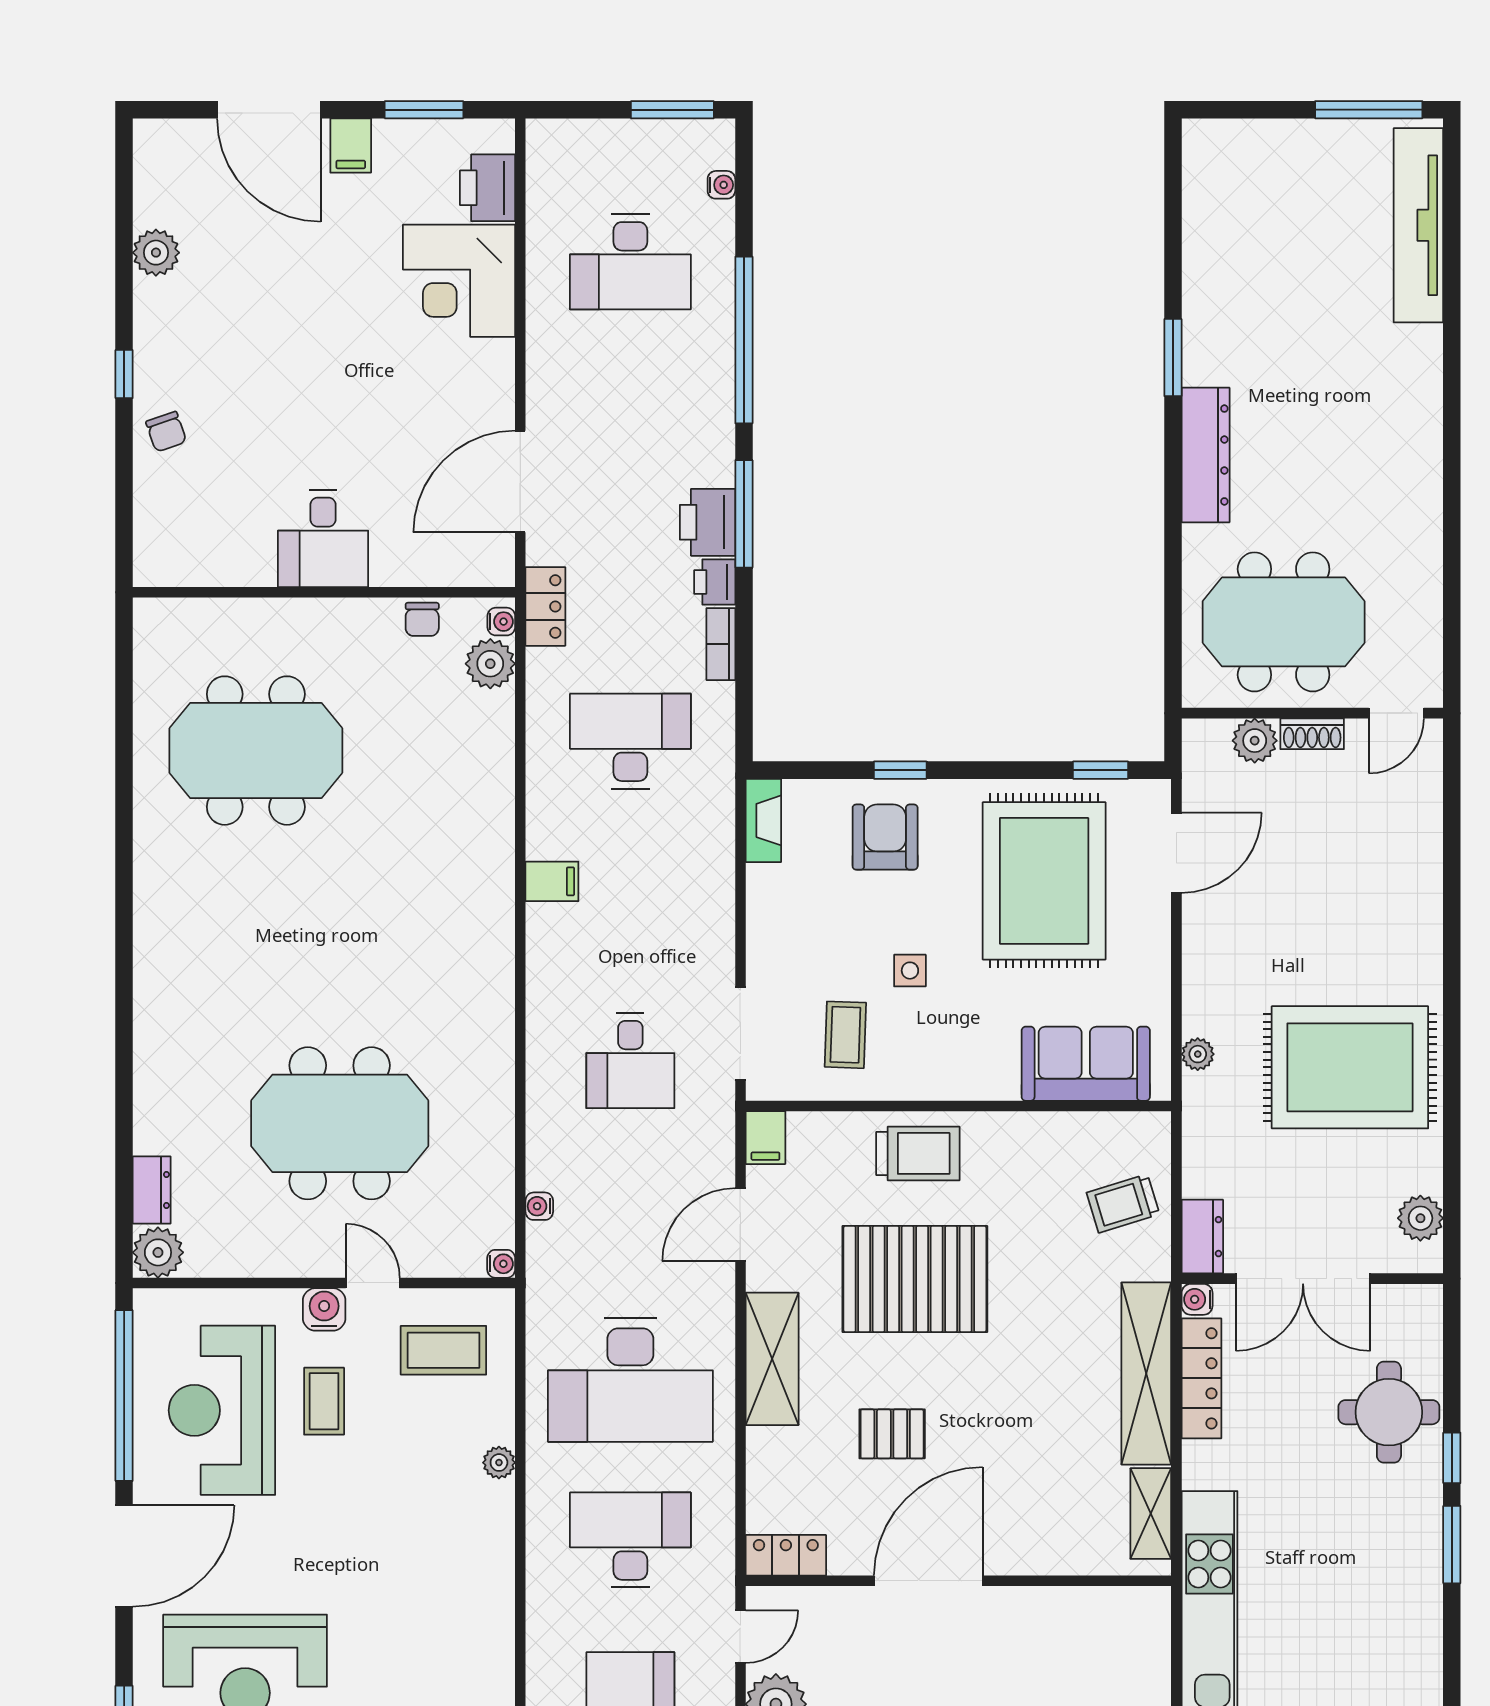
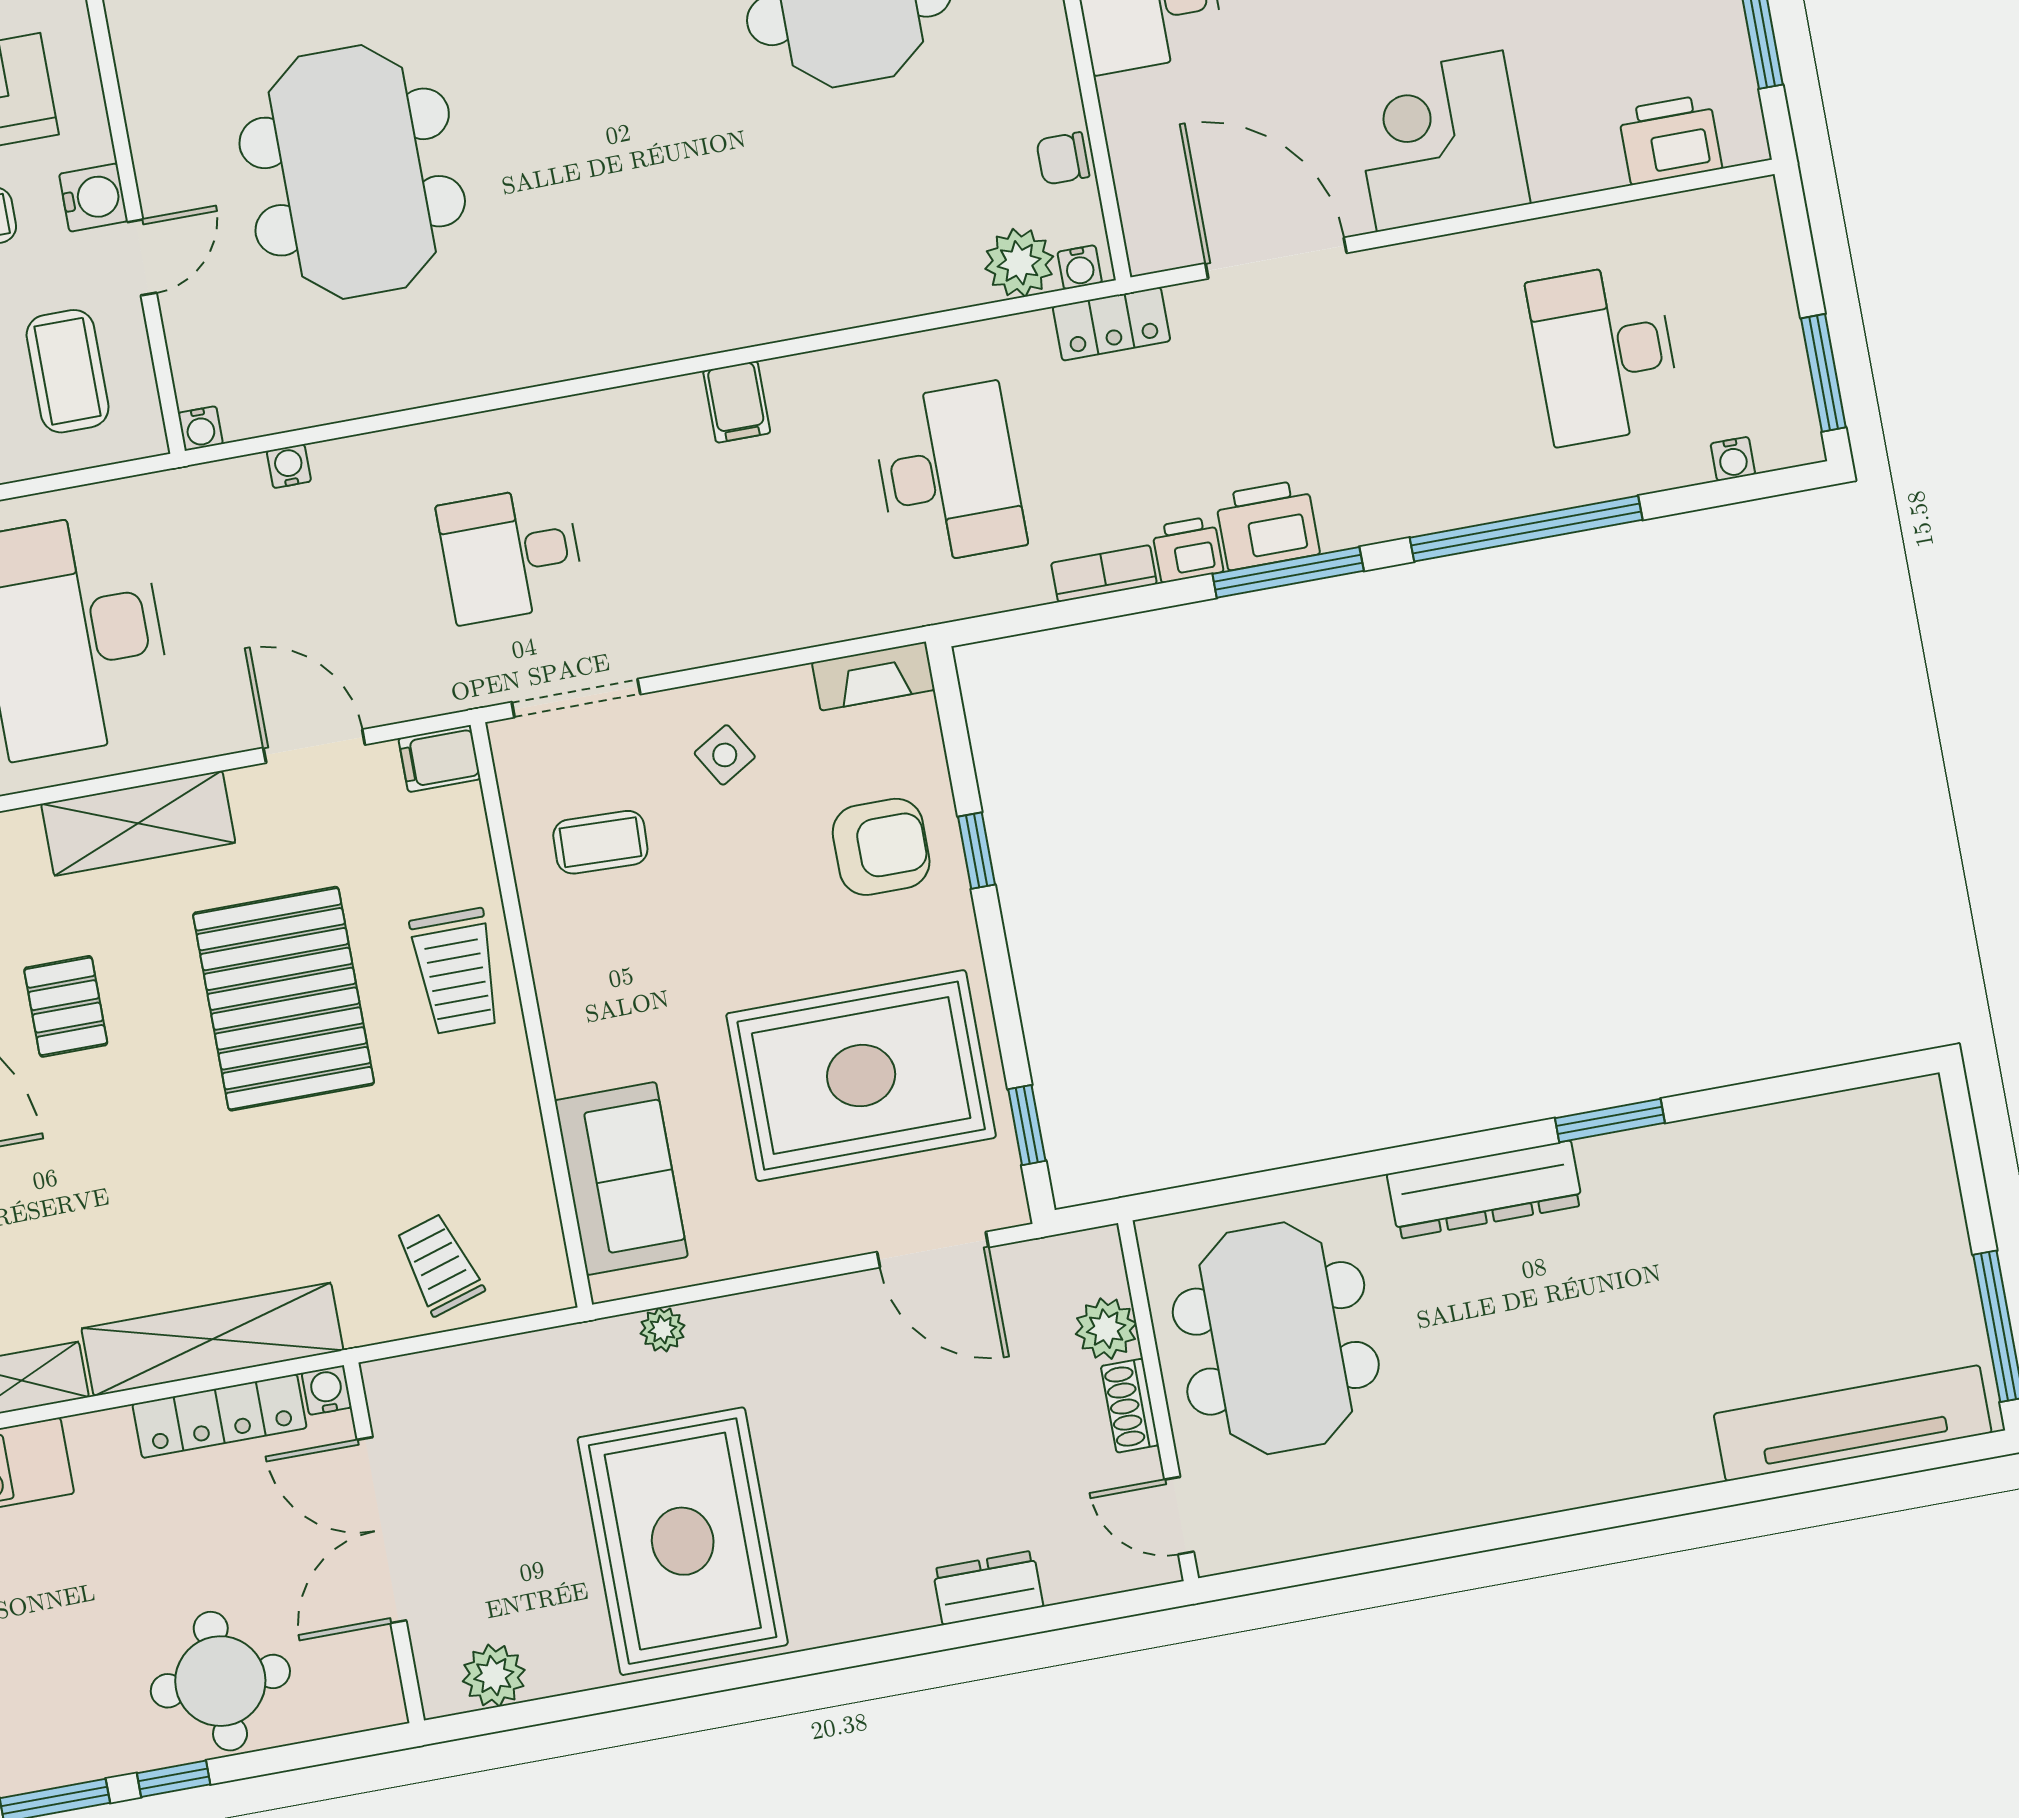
corner desk: (459, 281) -> (1440, 141), moved
side table: (910, 971) -> (725, 755), moved, turned -31
dresser: (1202, 1237) -> (988, 1588), moved, turned 180

